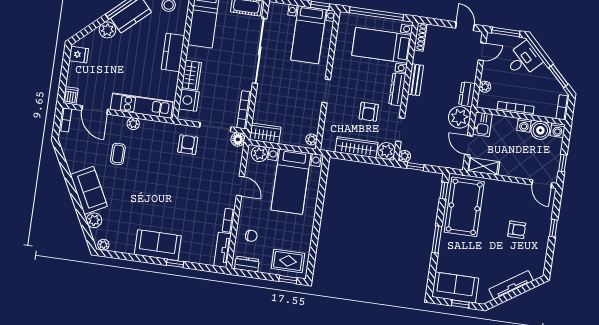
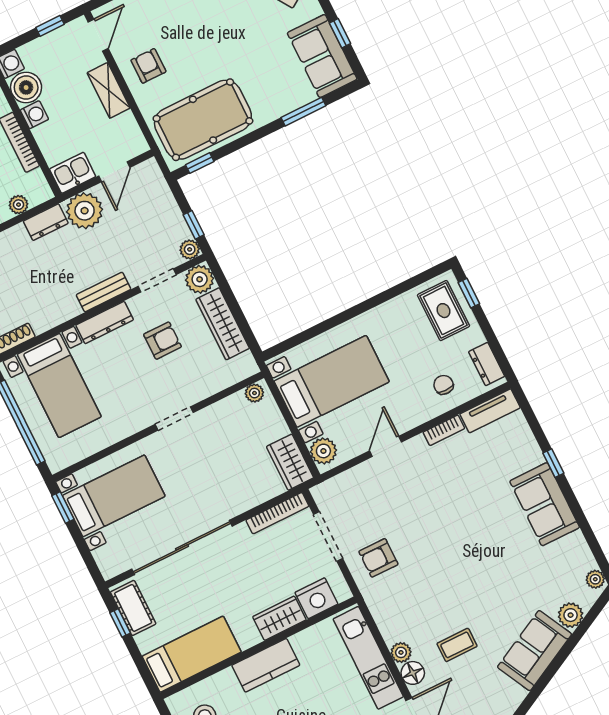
bench: (415, 80) -> (104, 292), moved
floor lamp: (238, 139) -> (413, 673), moved
shelving: (483, 166) -> (109, 90), moved
armchair: (517, 230) -> (148, 66), moved
window: (437, 239) -> (303, 112), moved

